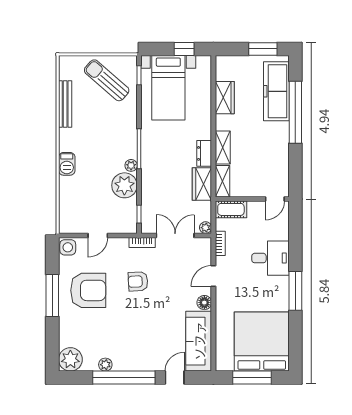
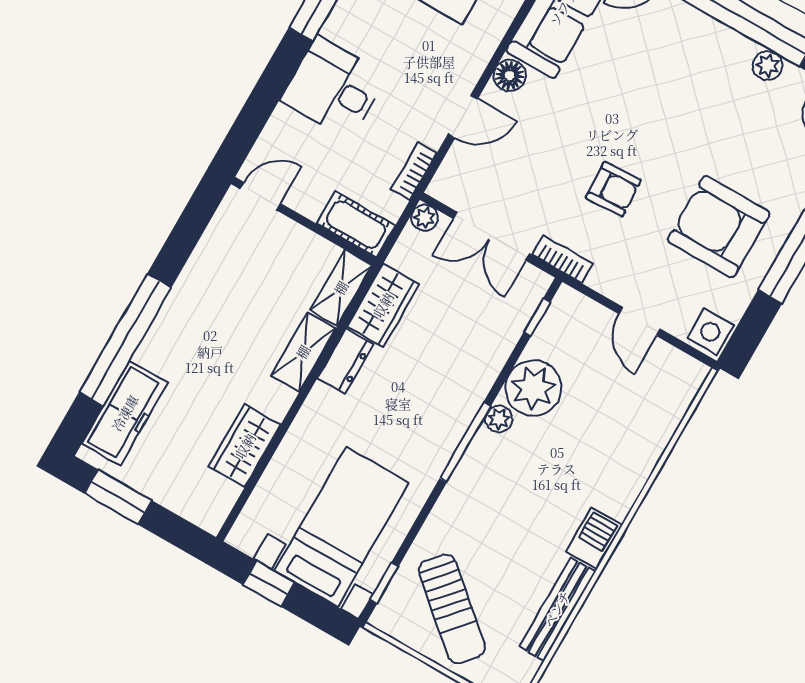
freezer: (276, 91) -> (125, 413), width x0.73, depth x0.79
barbecue: (67, 164) -> (594, 538), moved
door: (98, 235) -> (640, 322), swing flipped

